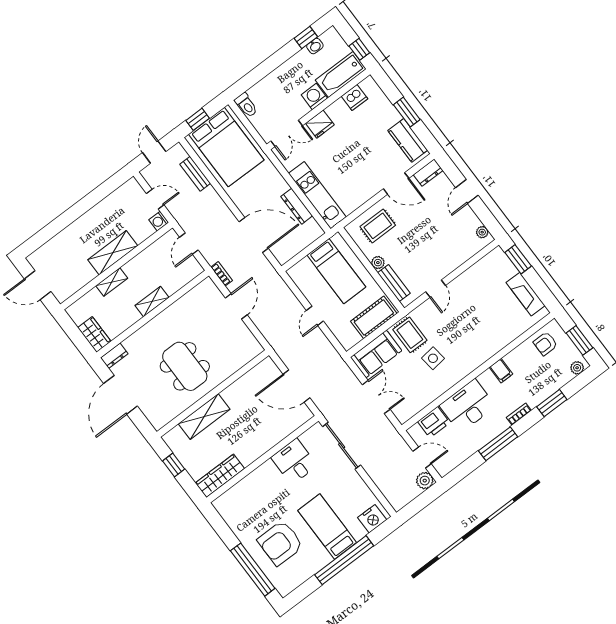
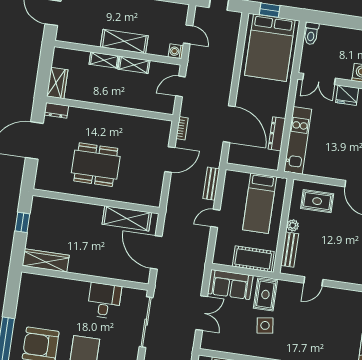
bench: (195, 174) -> (211, 184), moved
shelving: (152, 302) -> (134, 65), moved
dining table: (185, 366) -> (96, 165), turned 90
shelving: (204, 417) -> (127, 218), moved

